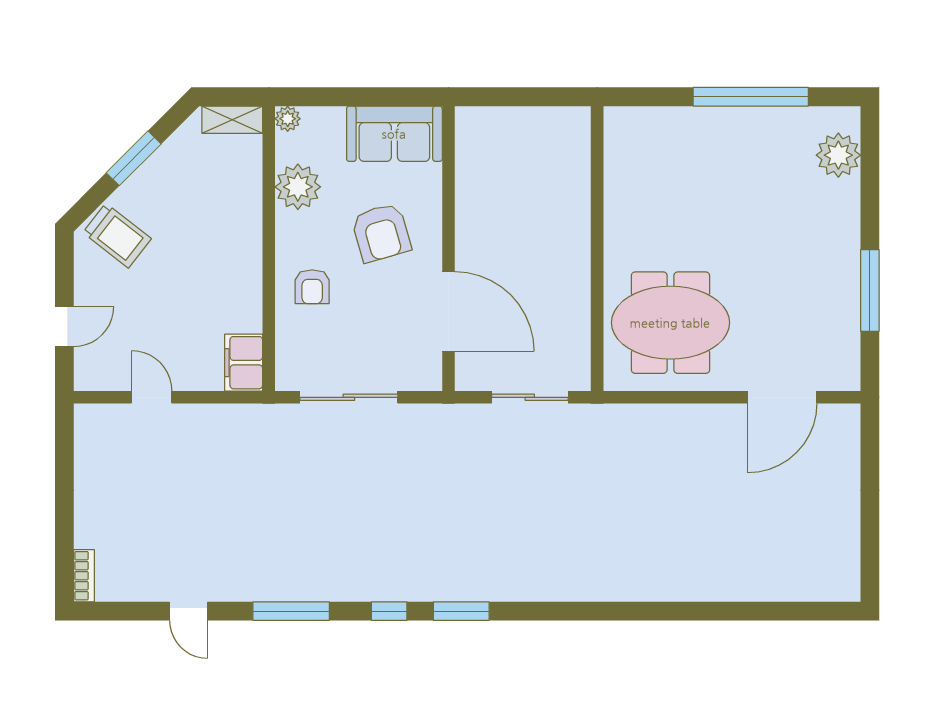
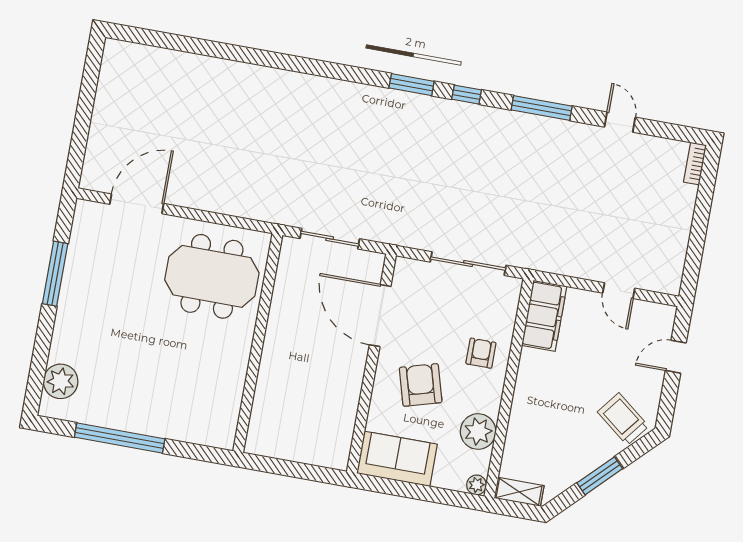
filing cabinet: (244, 363) -> (544, 316), width x1.50, depth x1.17

